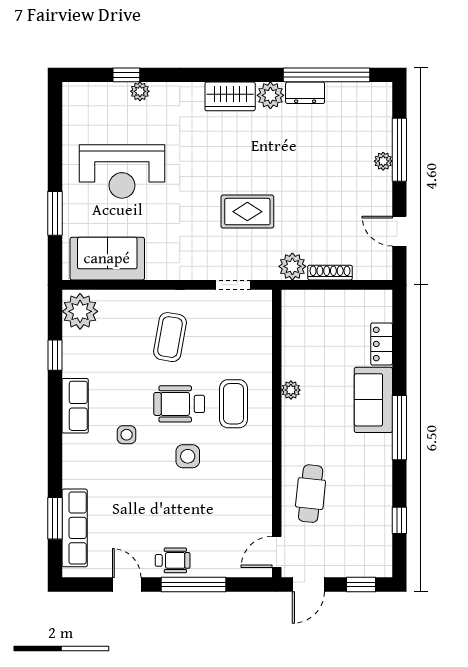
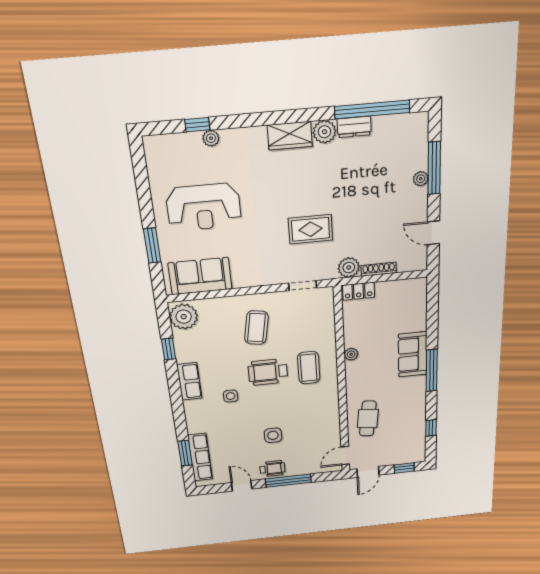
locker: (382, 344) -> (359, 291), moved, turned -90
side table: (188, 456) -> (273, 435), moved

